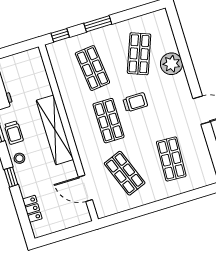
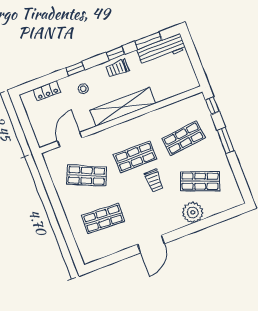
stool: (19, 158) -> (83, 89), moved
shop shelf: (125, 173) -> (87, 175), turned 45

